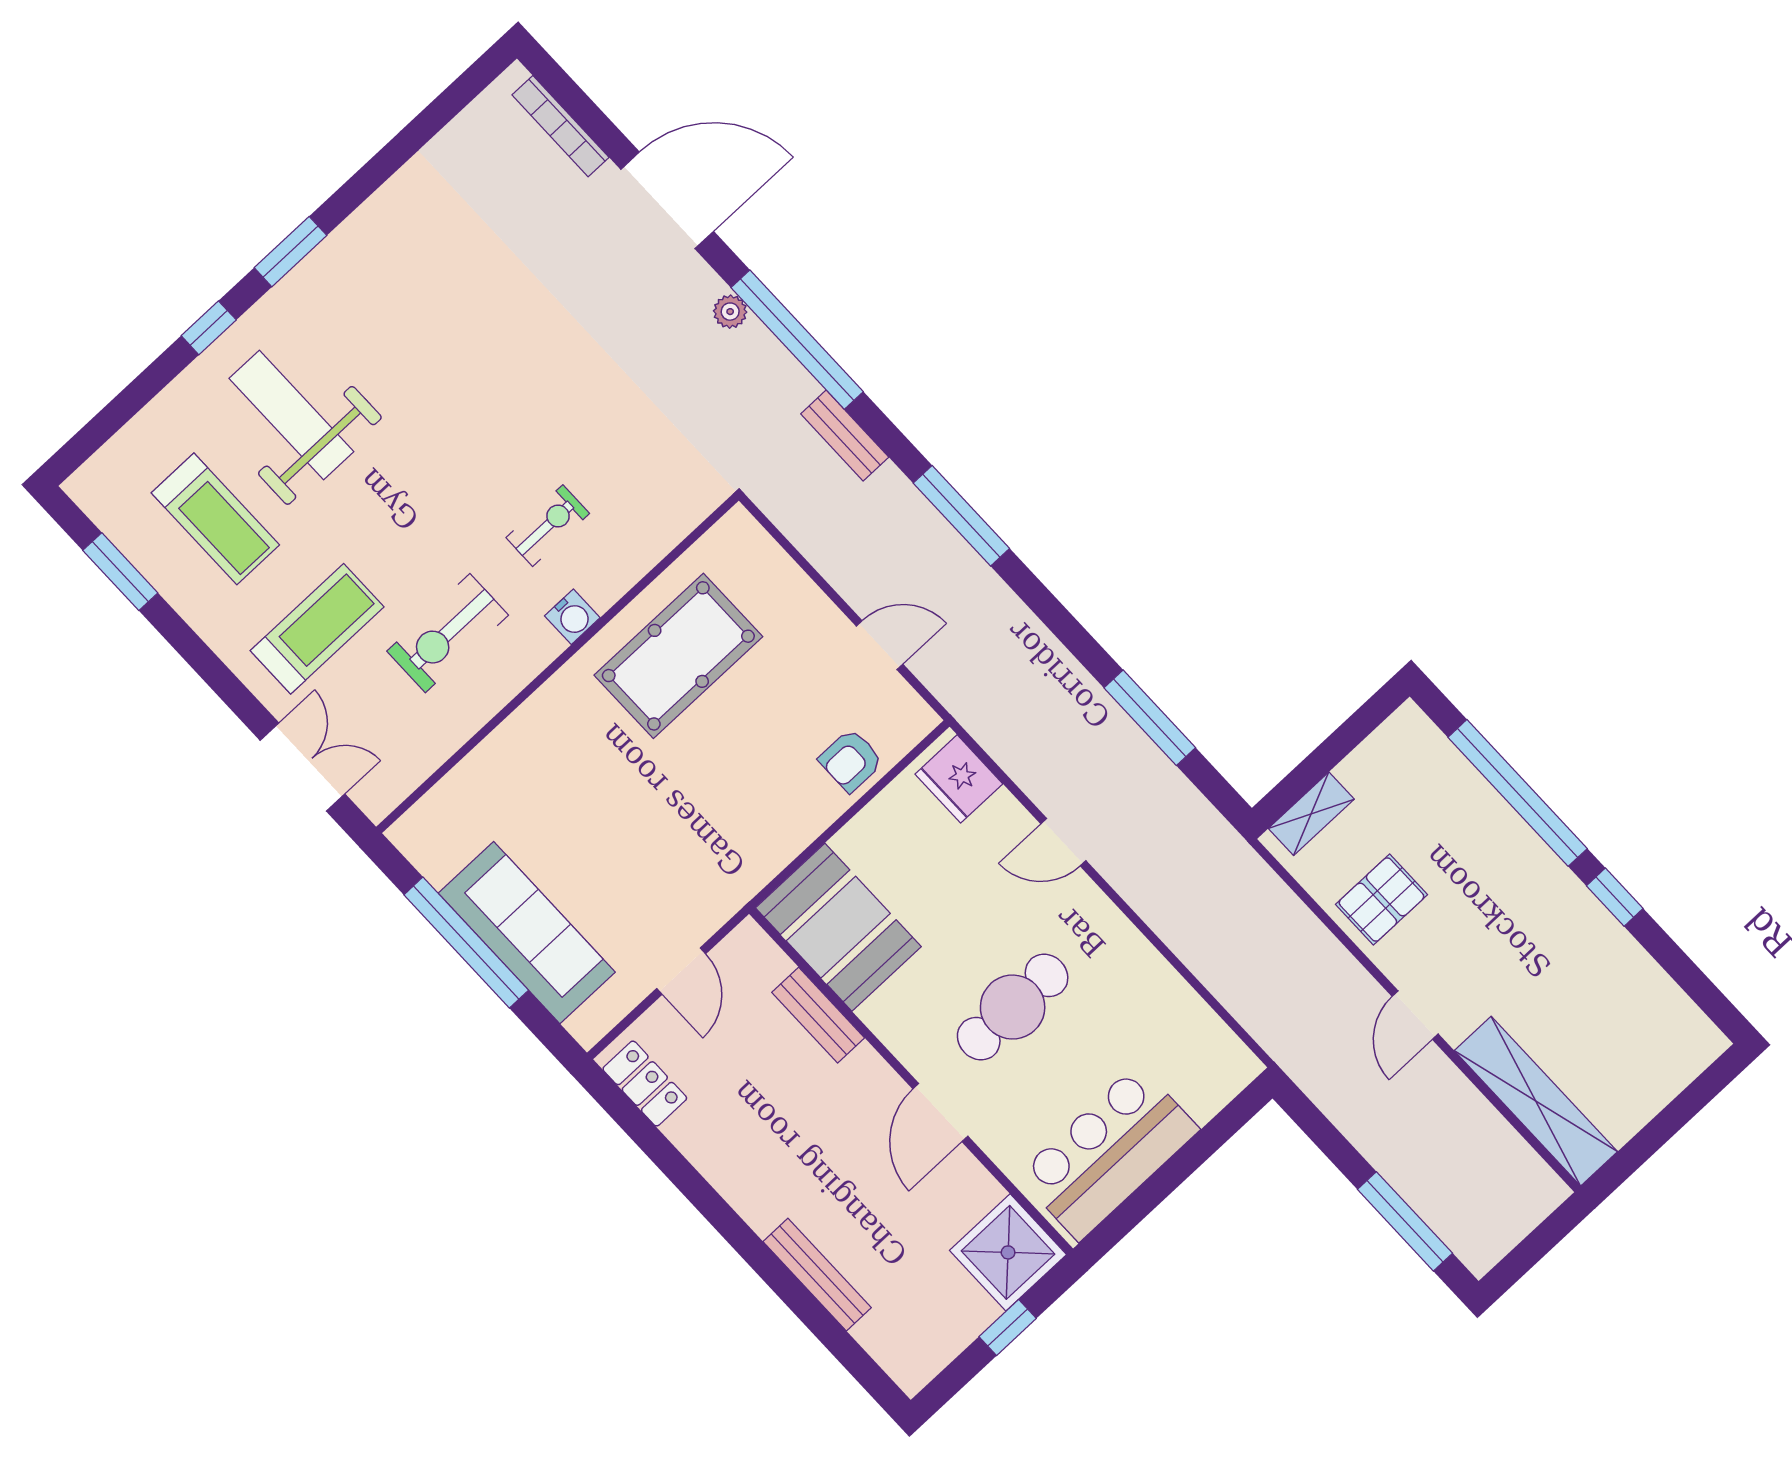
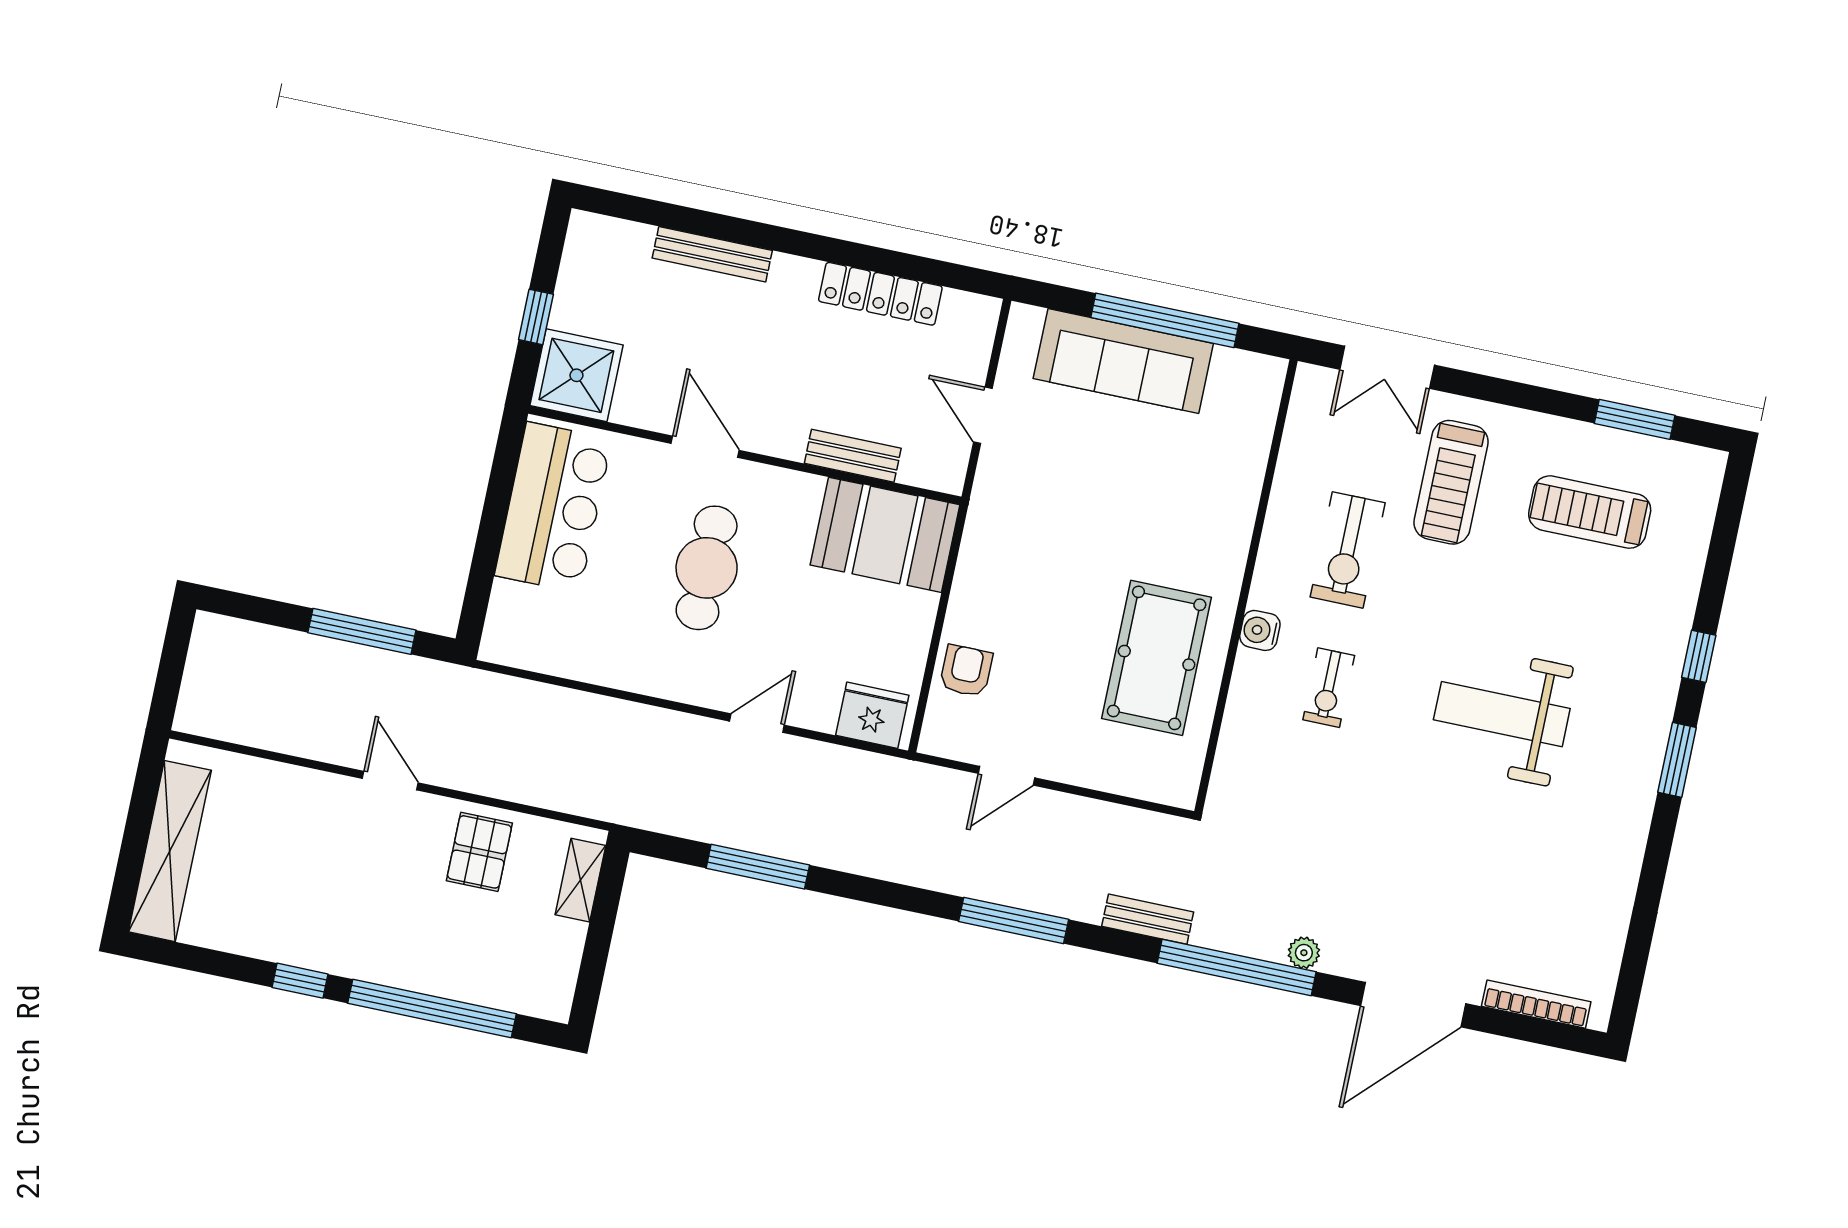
weight bench: (291, 415) -> (1502, 714), moved, turned 180
exercise bike: (448, 633) -> (1348, 550), turned 180
locker: (645, 1084) -> (880, 294), moved, width x1.53
shelving: (1536, 1101) -> (170, 851), moved, turned 90
window: (1405, 1221) -> (362, 631), moved

